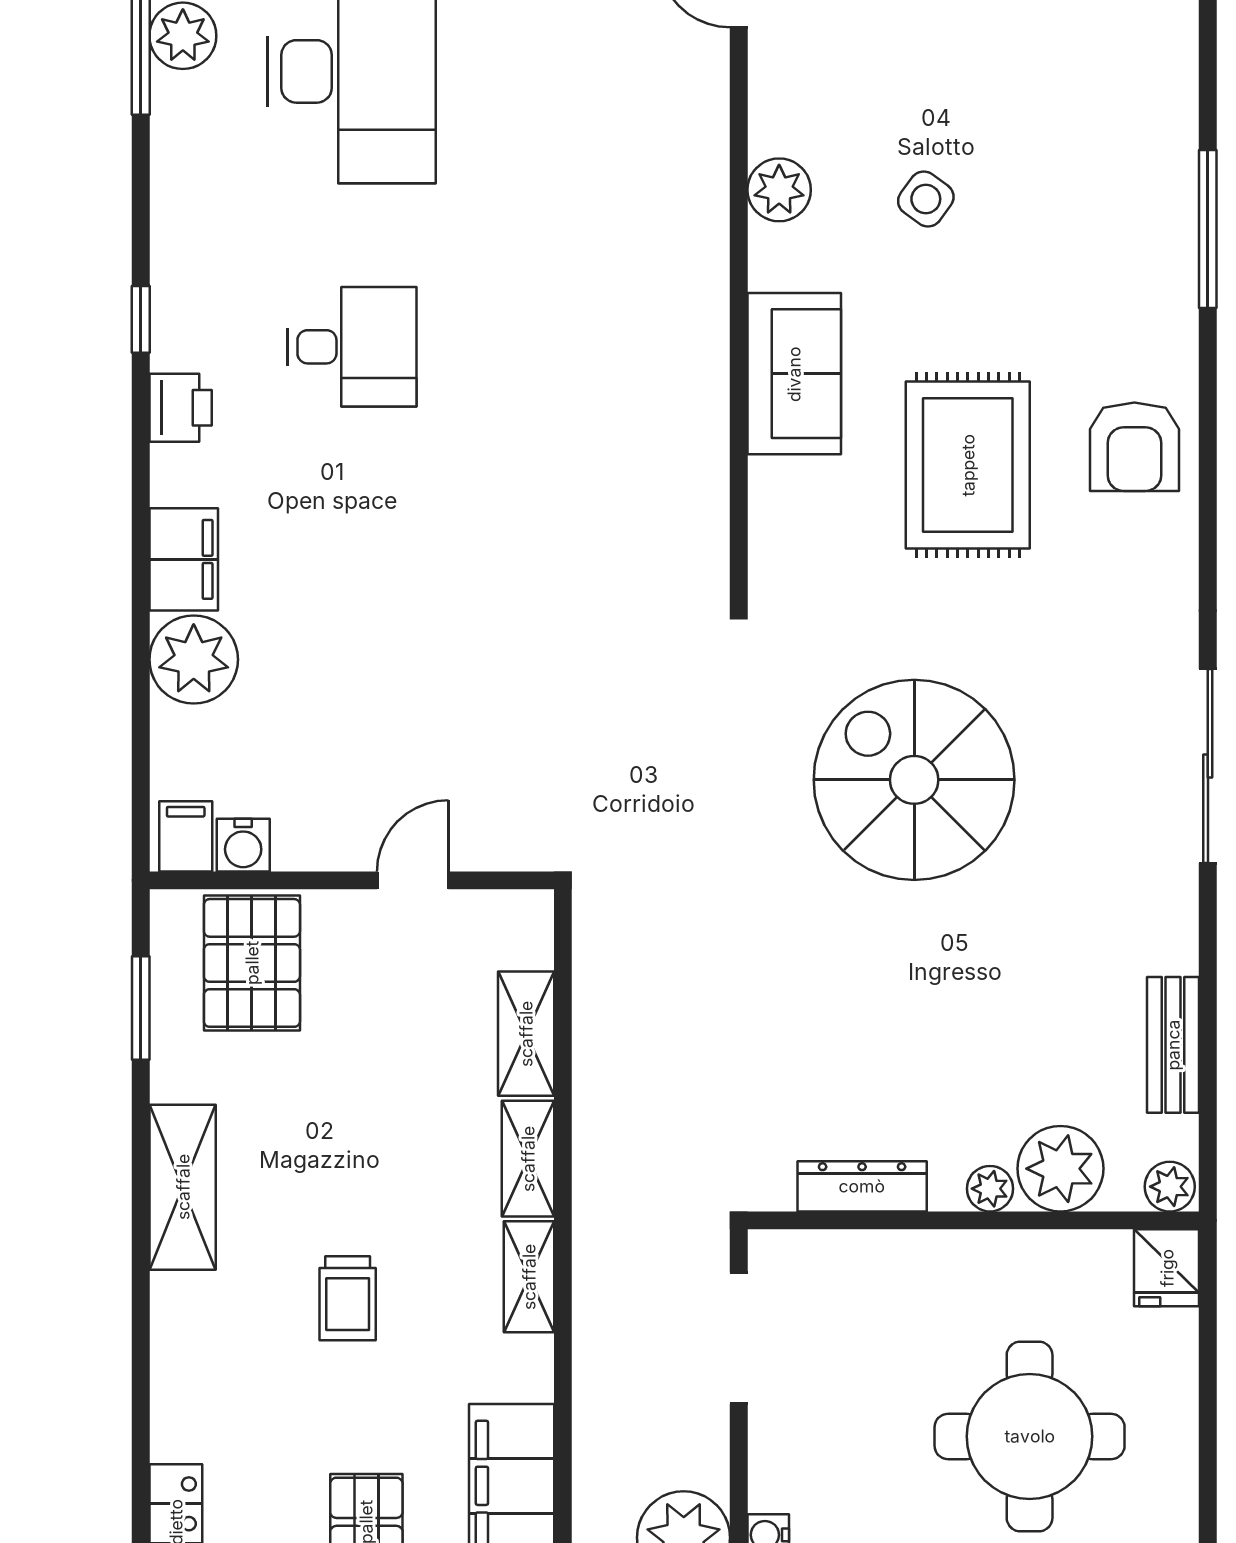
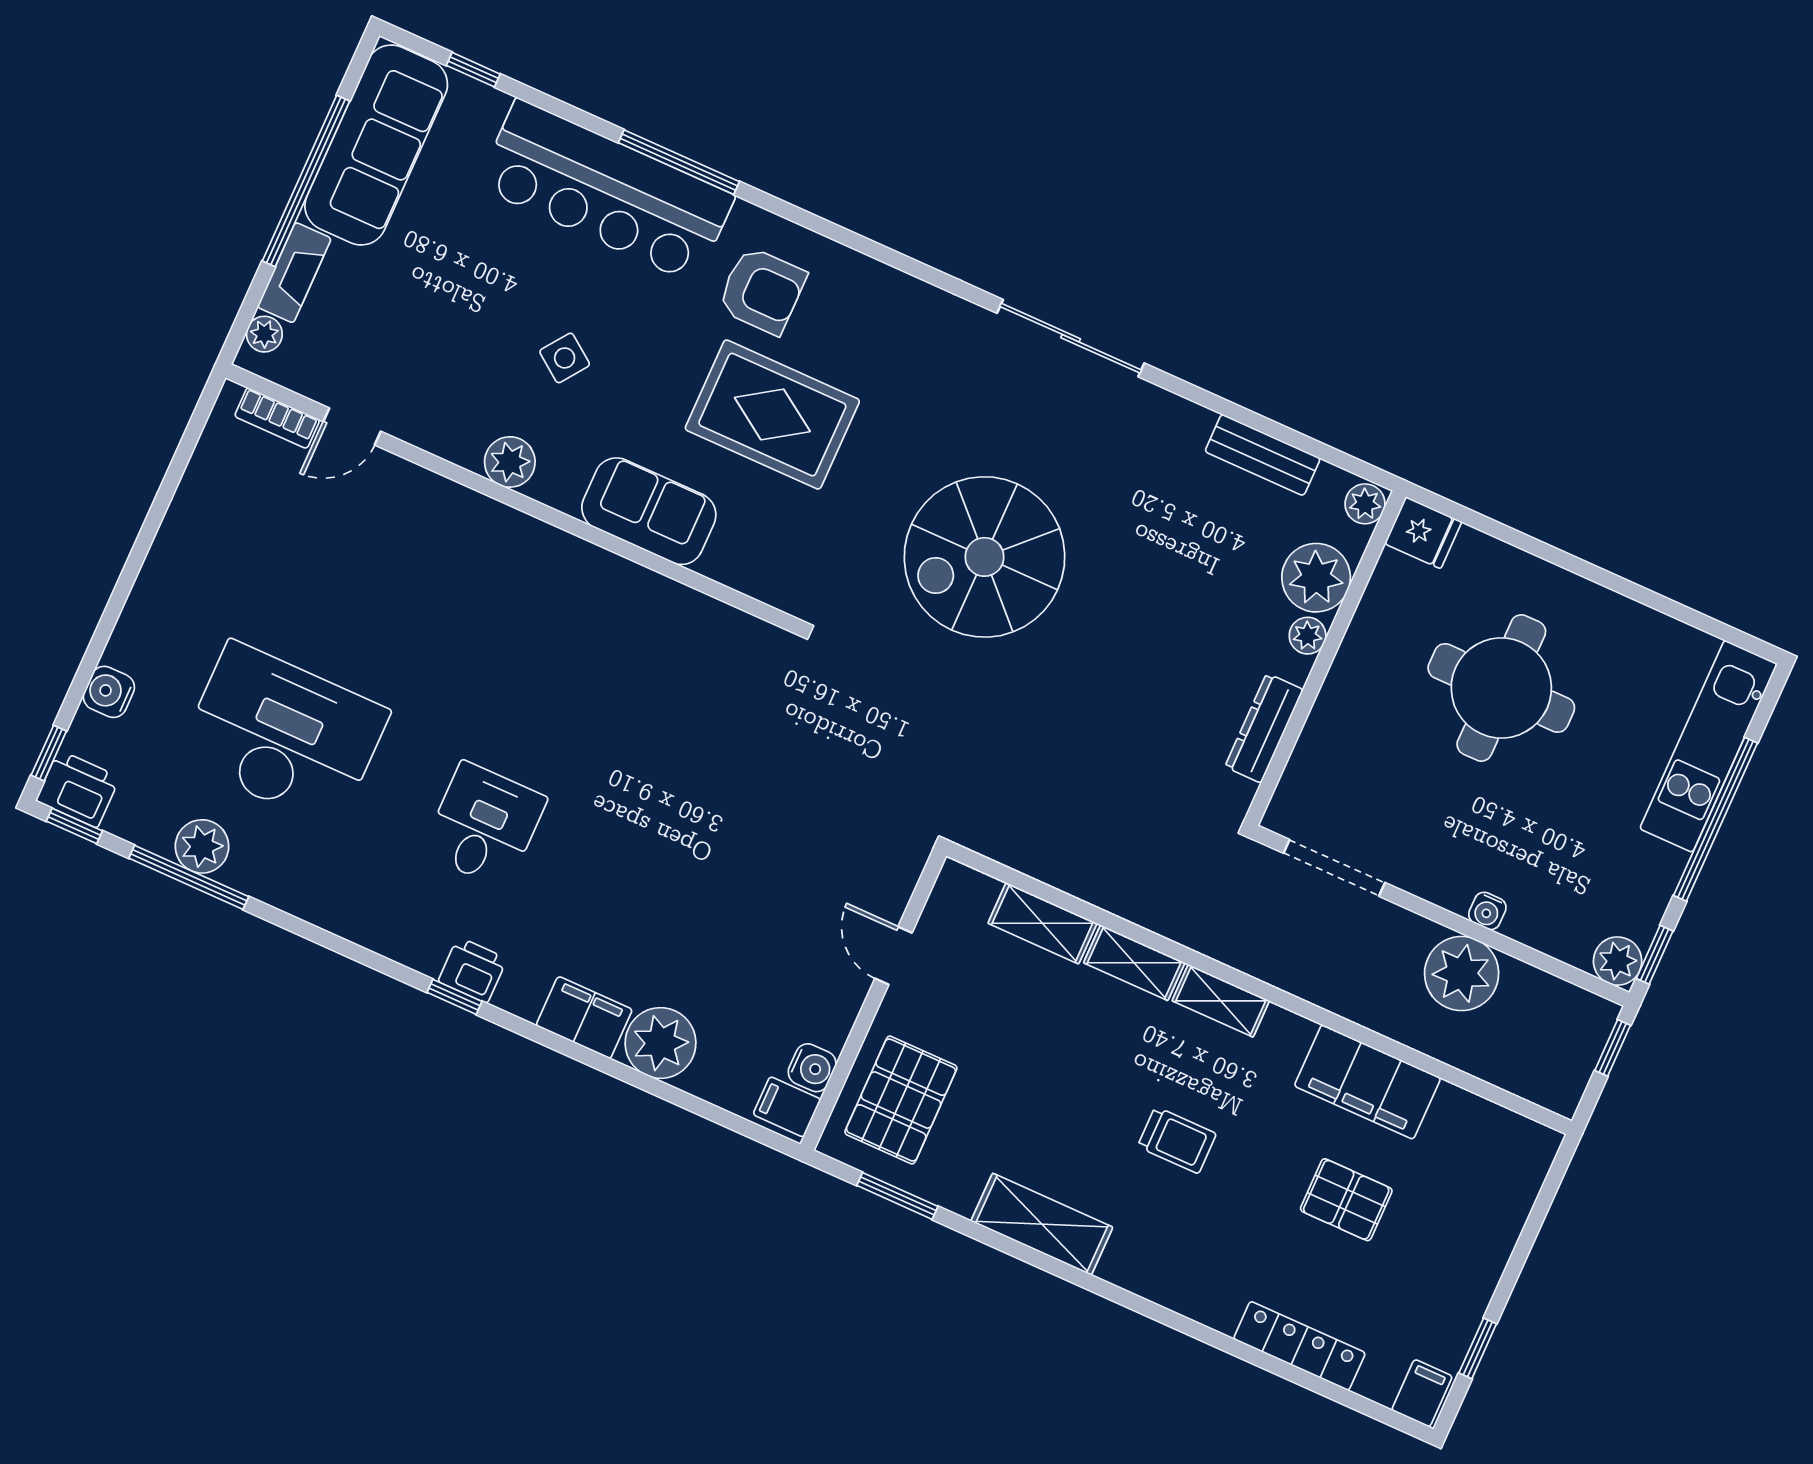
bar counter: (1137, 161) -> (606, 191), added
window: (141, 319) -> (455, 997), moved
armchair: (1134, 447) -> (762, 291), moved
pallet: (252, 963) -> (901, 1100), turned 90

